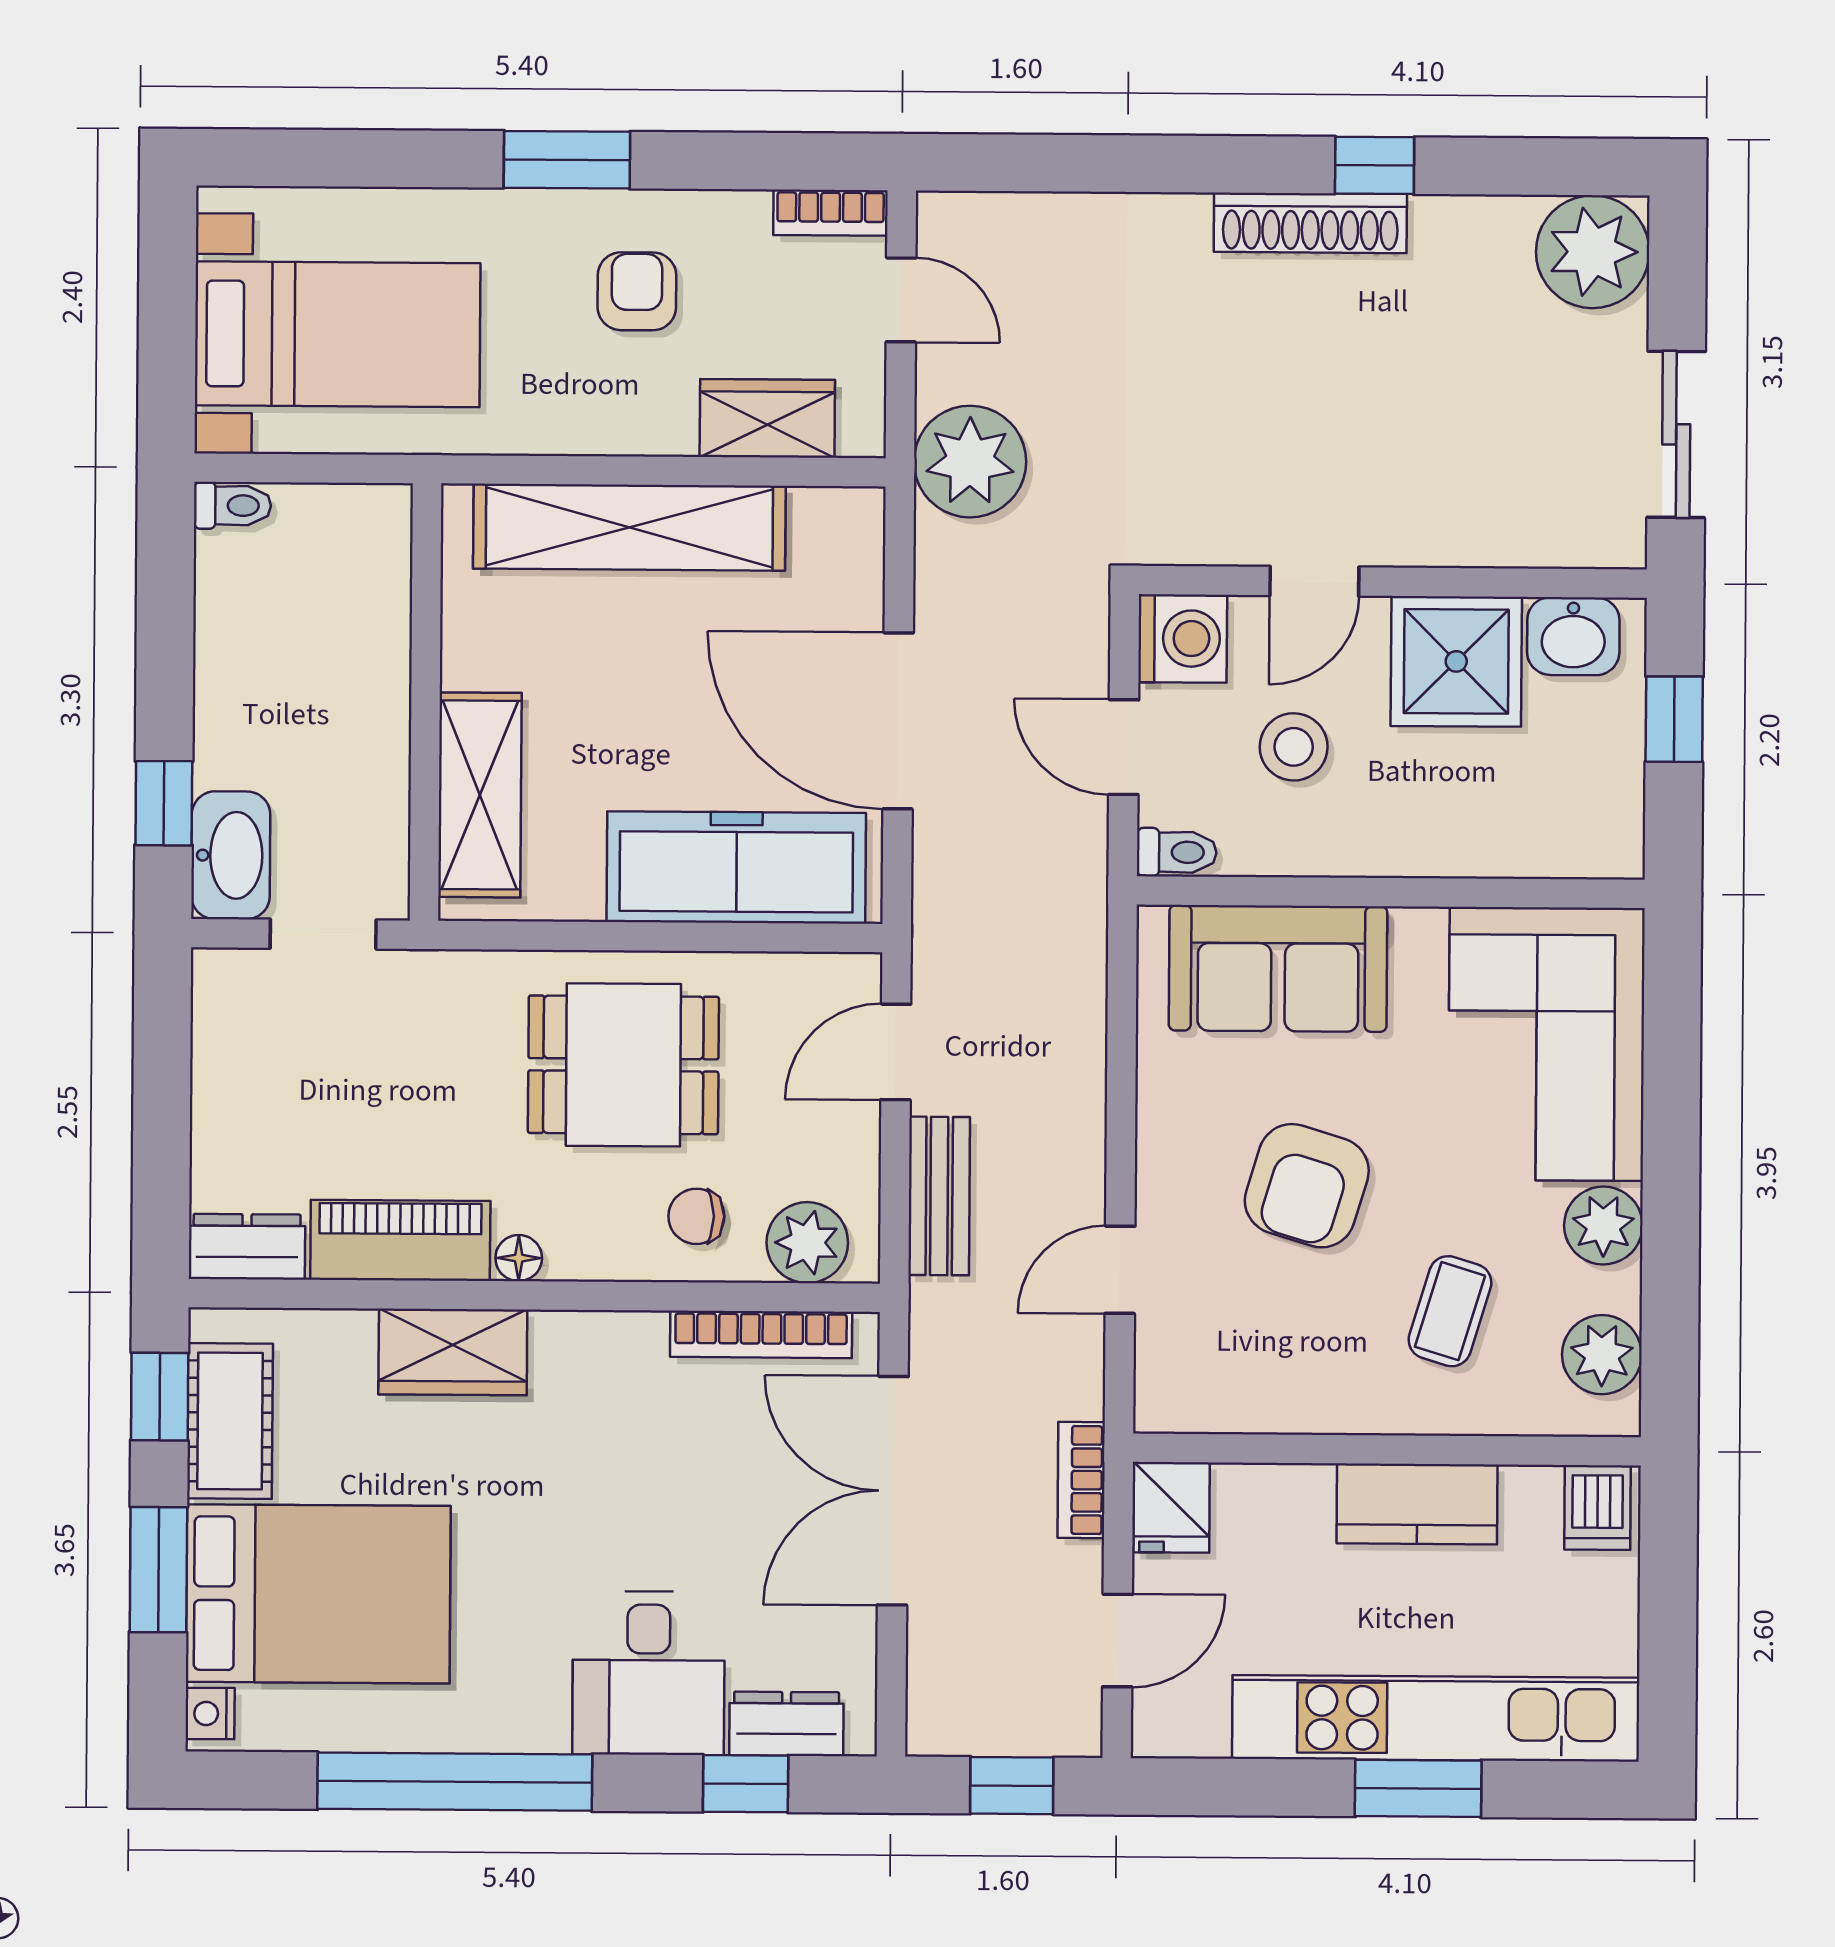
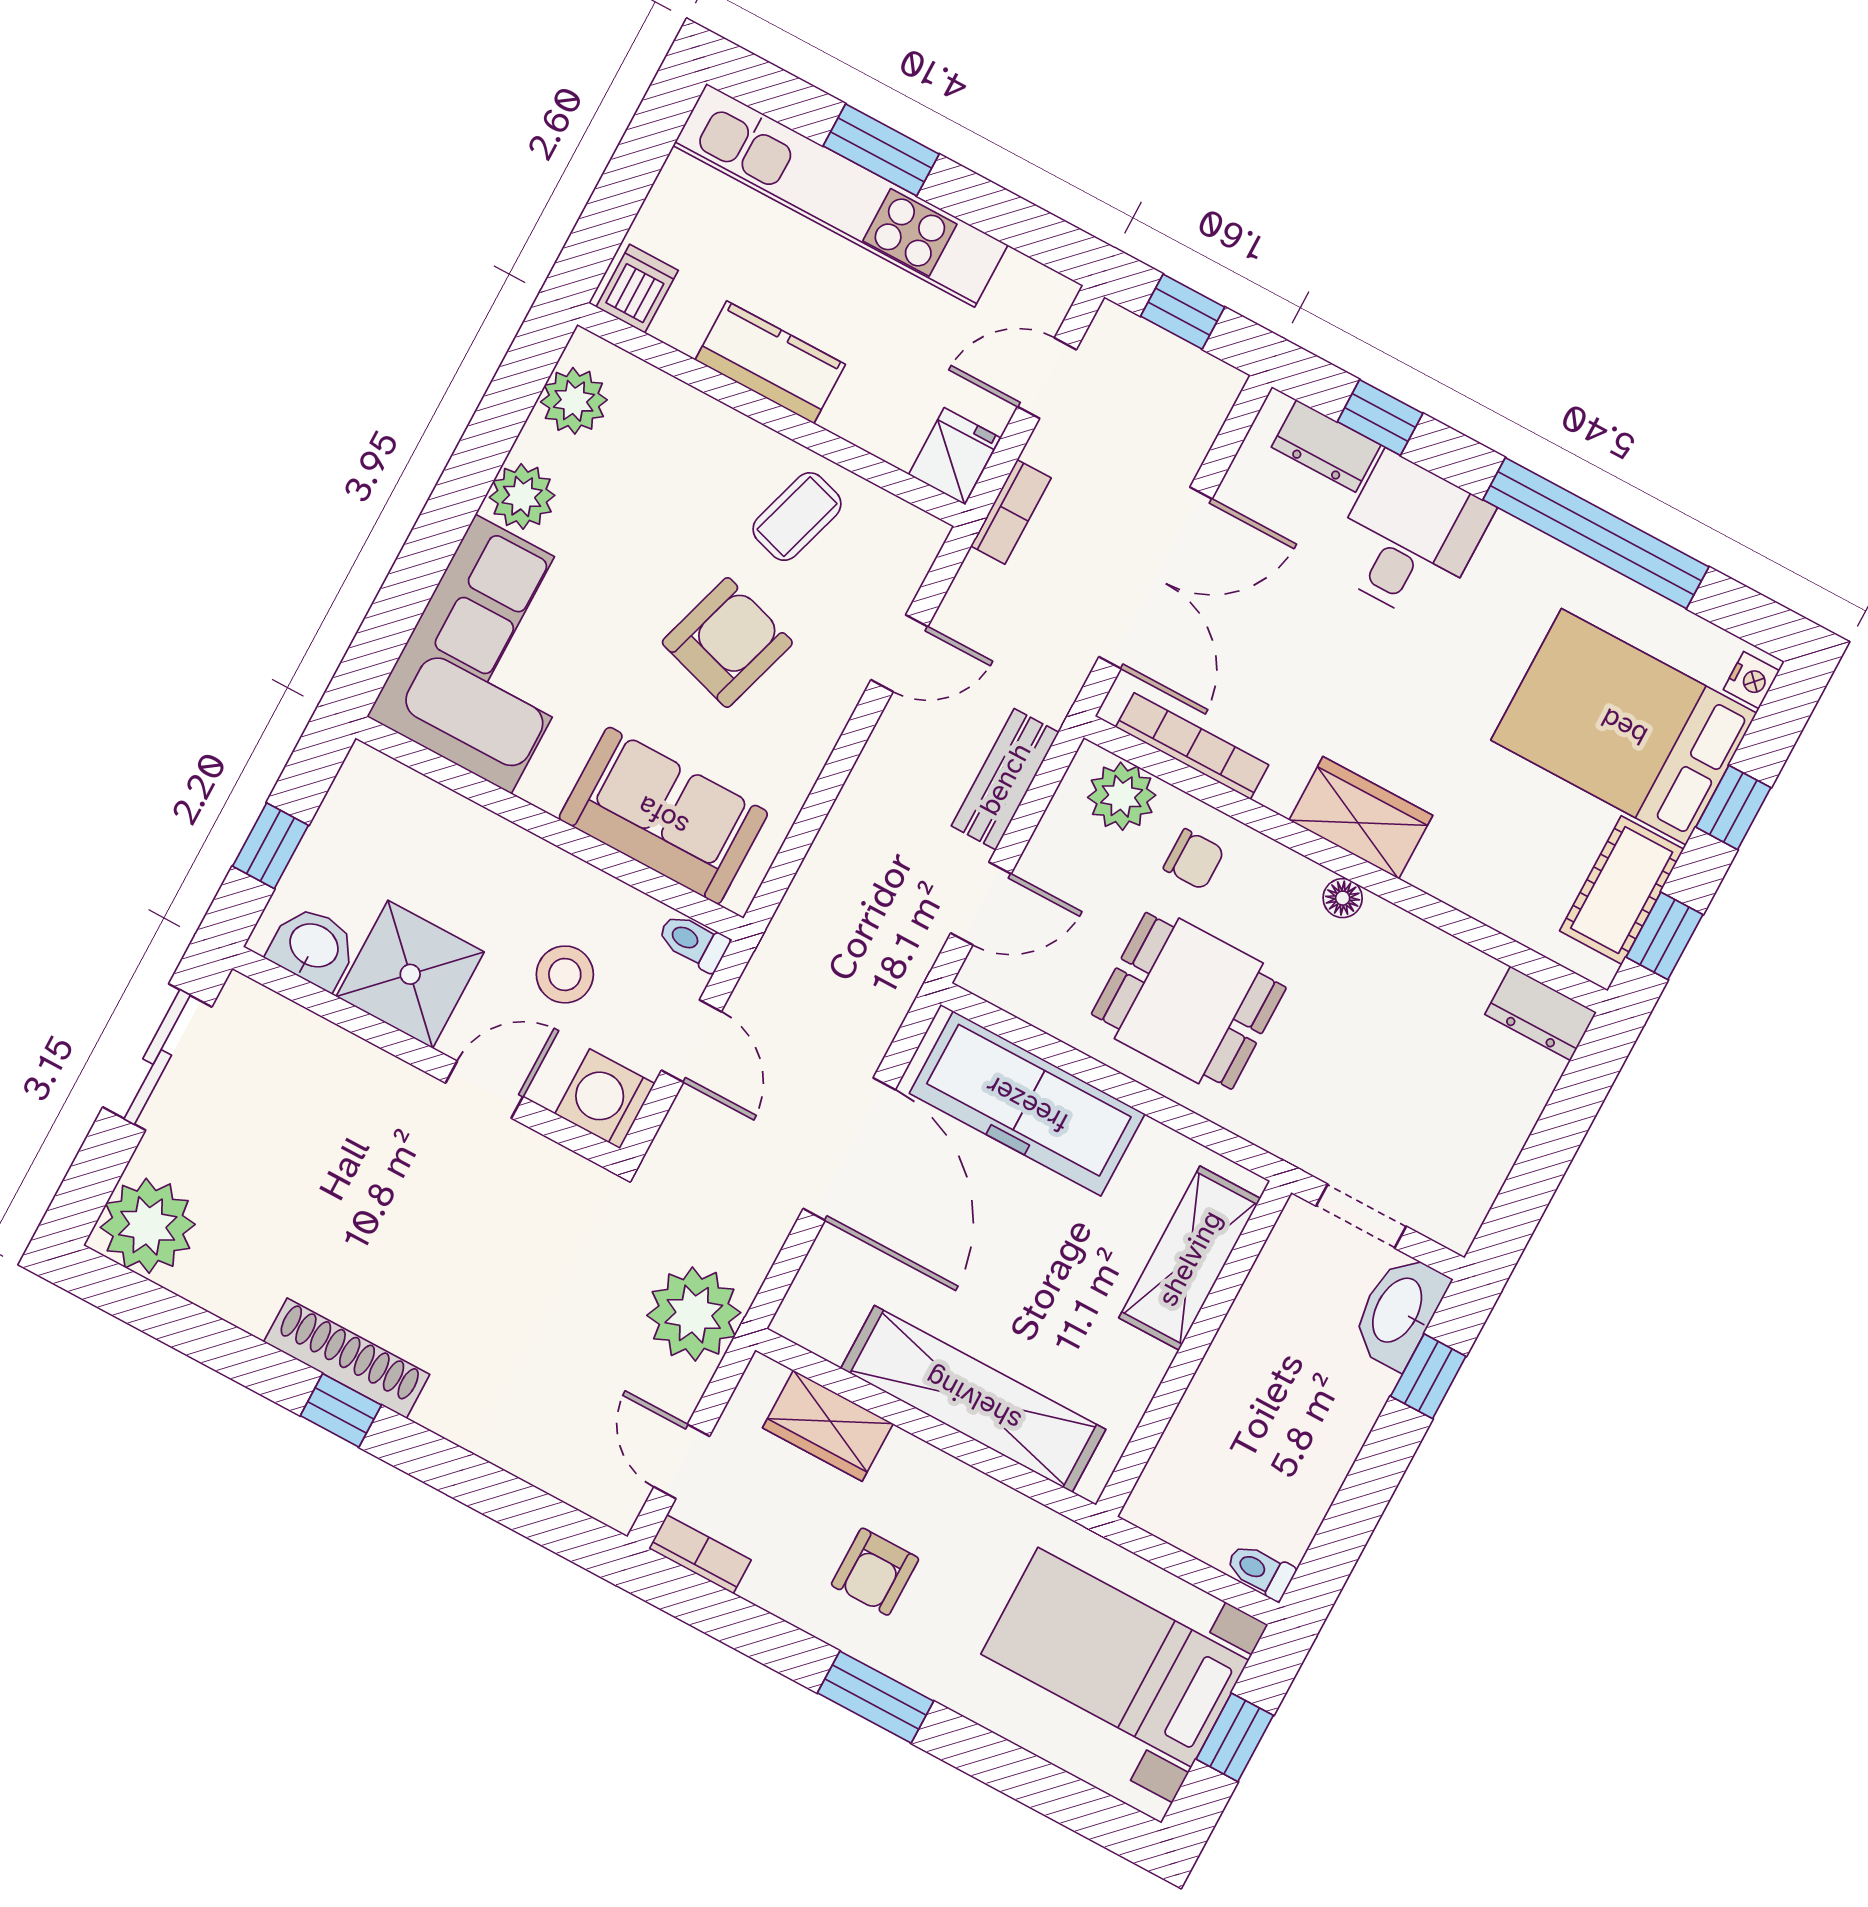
window: (1375, 165) -> (341, 1410), moved
window: (167, 316) -> (1235, 1737), added
piano: (400, 1240) -> (1424, 958), removed
coffee table: (1450, 1311) -> (797, 517), moved
wardrobe: (453, 1352) -> (1361, 818), moved
window: (158, 1570) -> (1733, 807), width x0.67

